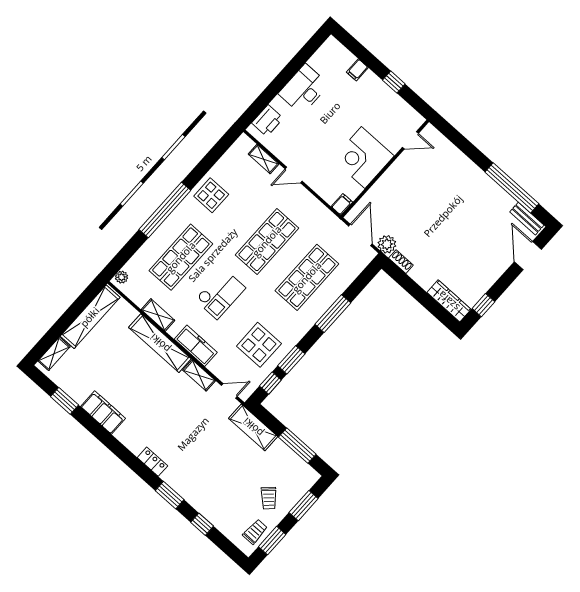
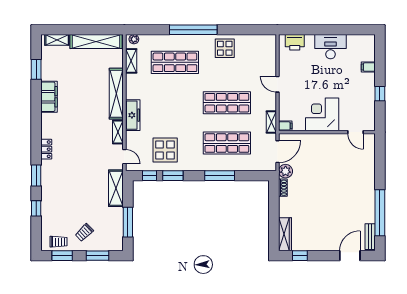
shelving: (263, 159) -> (271, 122), moved
checkout: (220, 294) -> (174, 103), removed
shelving: (158, 315) -> (131, 61), moved

